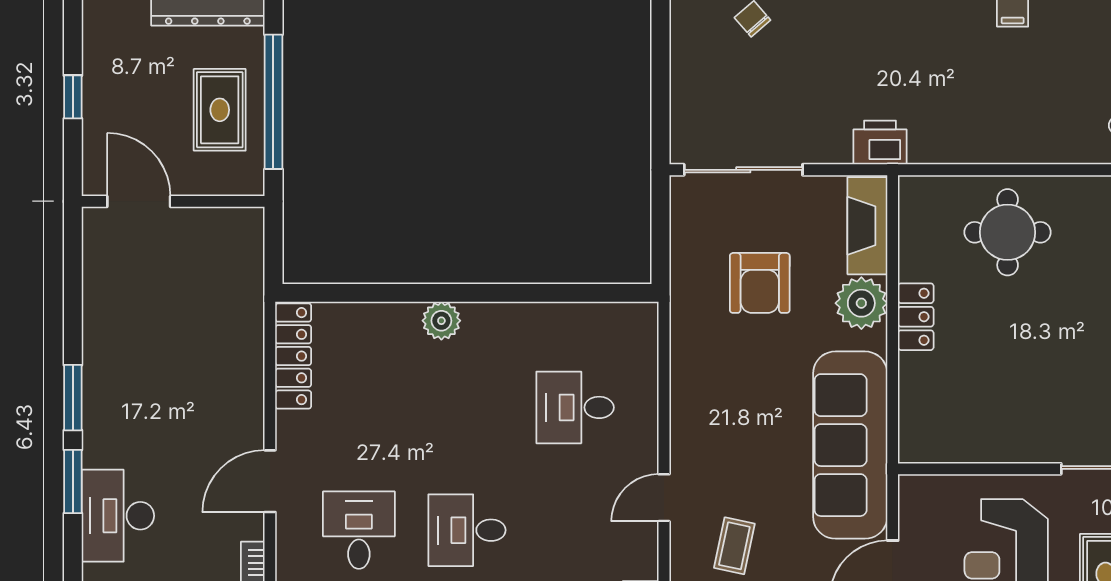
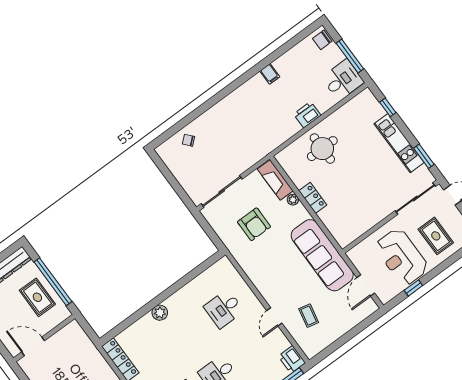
printer: (880, 143) -> (307, 115), moved
plant: (861, 303) -> (293, 200), width x0.53, depth x0.53

